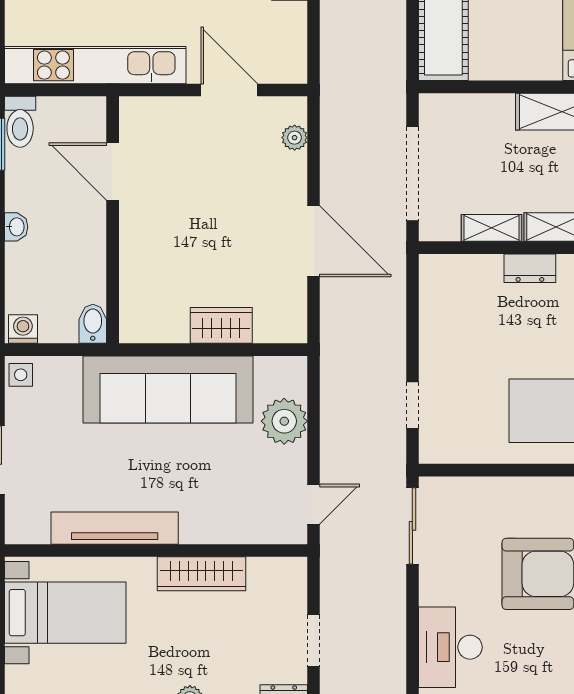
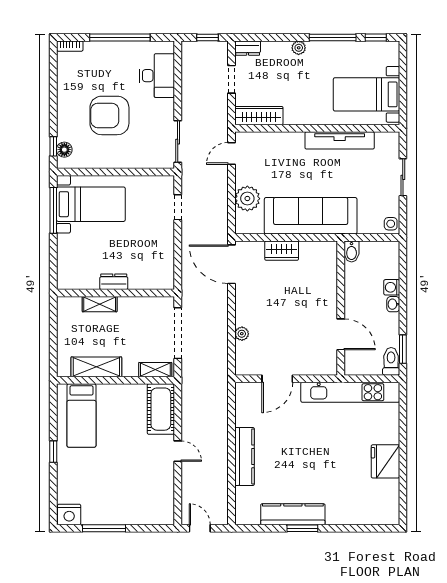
door: (229, 90) -> (277, 379), hinge flipped
plant: (295, 138) -> (242, 334), moved
shelving: (491, 228) -> (155, 370), moved
door: (314, 241) -> (231, 264), moved
washing machine: (23, 329) -> (392, 287), moved, turned 90
wardrobe: (202, 574) -> (259, 116), moved

